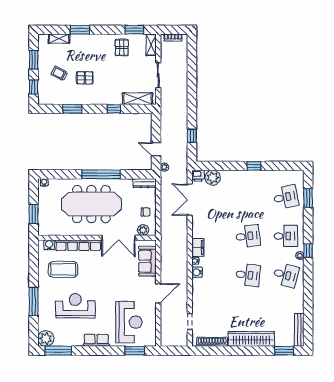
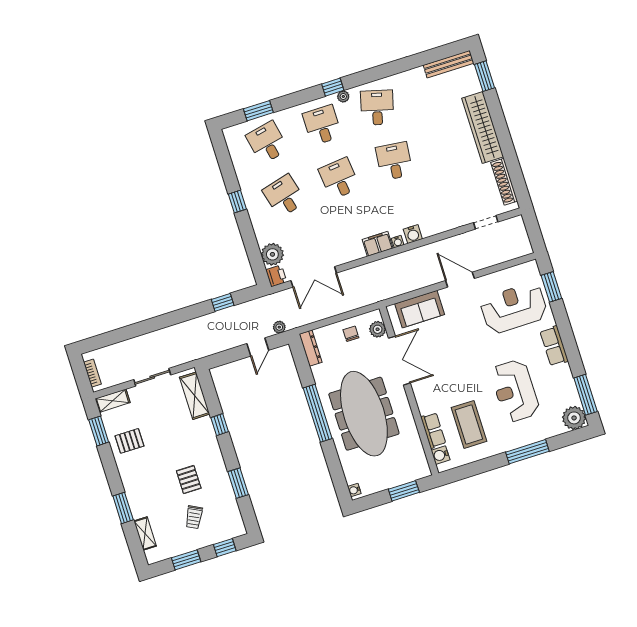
desk: (248, 197) -> (284, 196), added
row of seats: (78, 245) -> (433, 430), width x0.50

